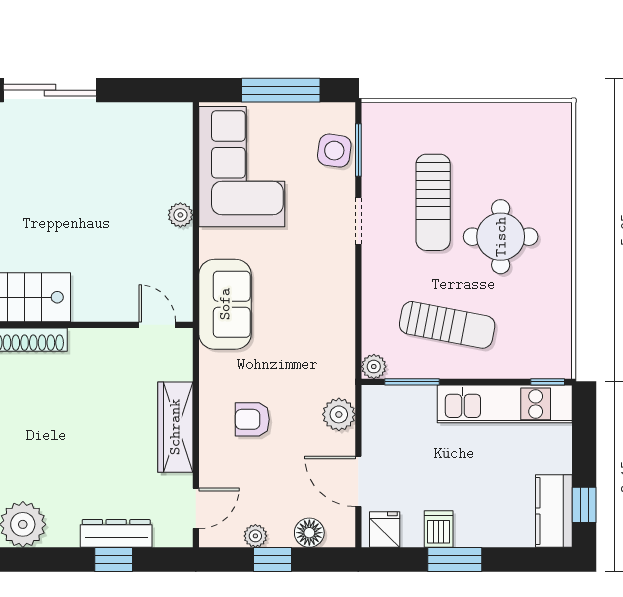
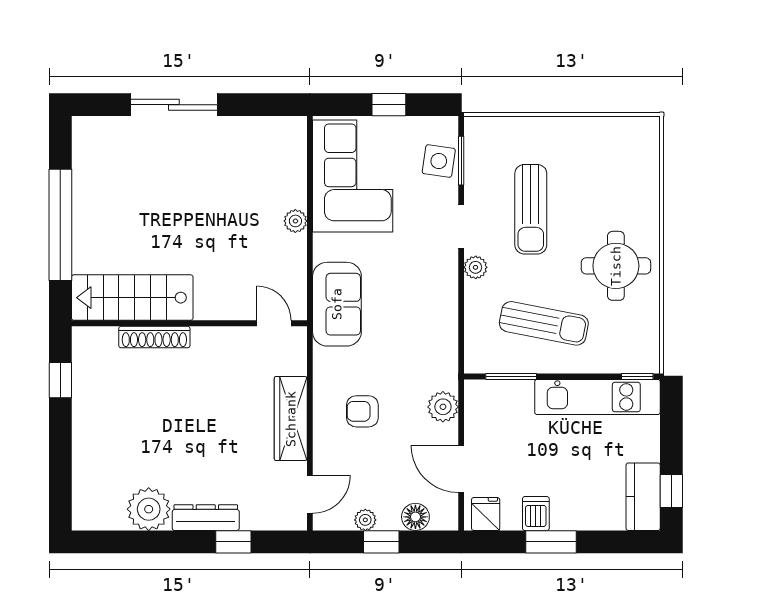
window: (281, 90) -> (389, 105), width x0.46
round table: (501, 237) -> (616, 266), moved
plant: (374, 367) -> (476, 267), moved
dresser: (116, 533) -> (206, 518), moved

